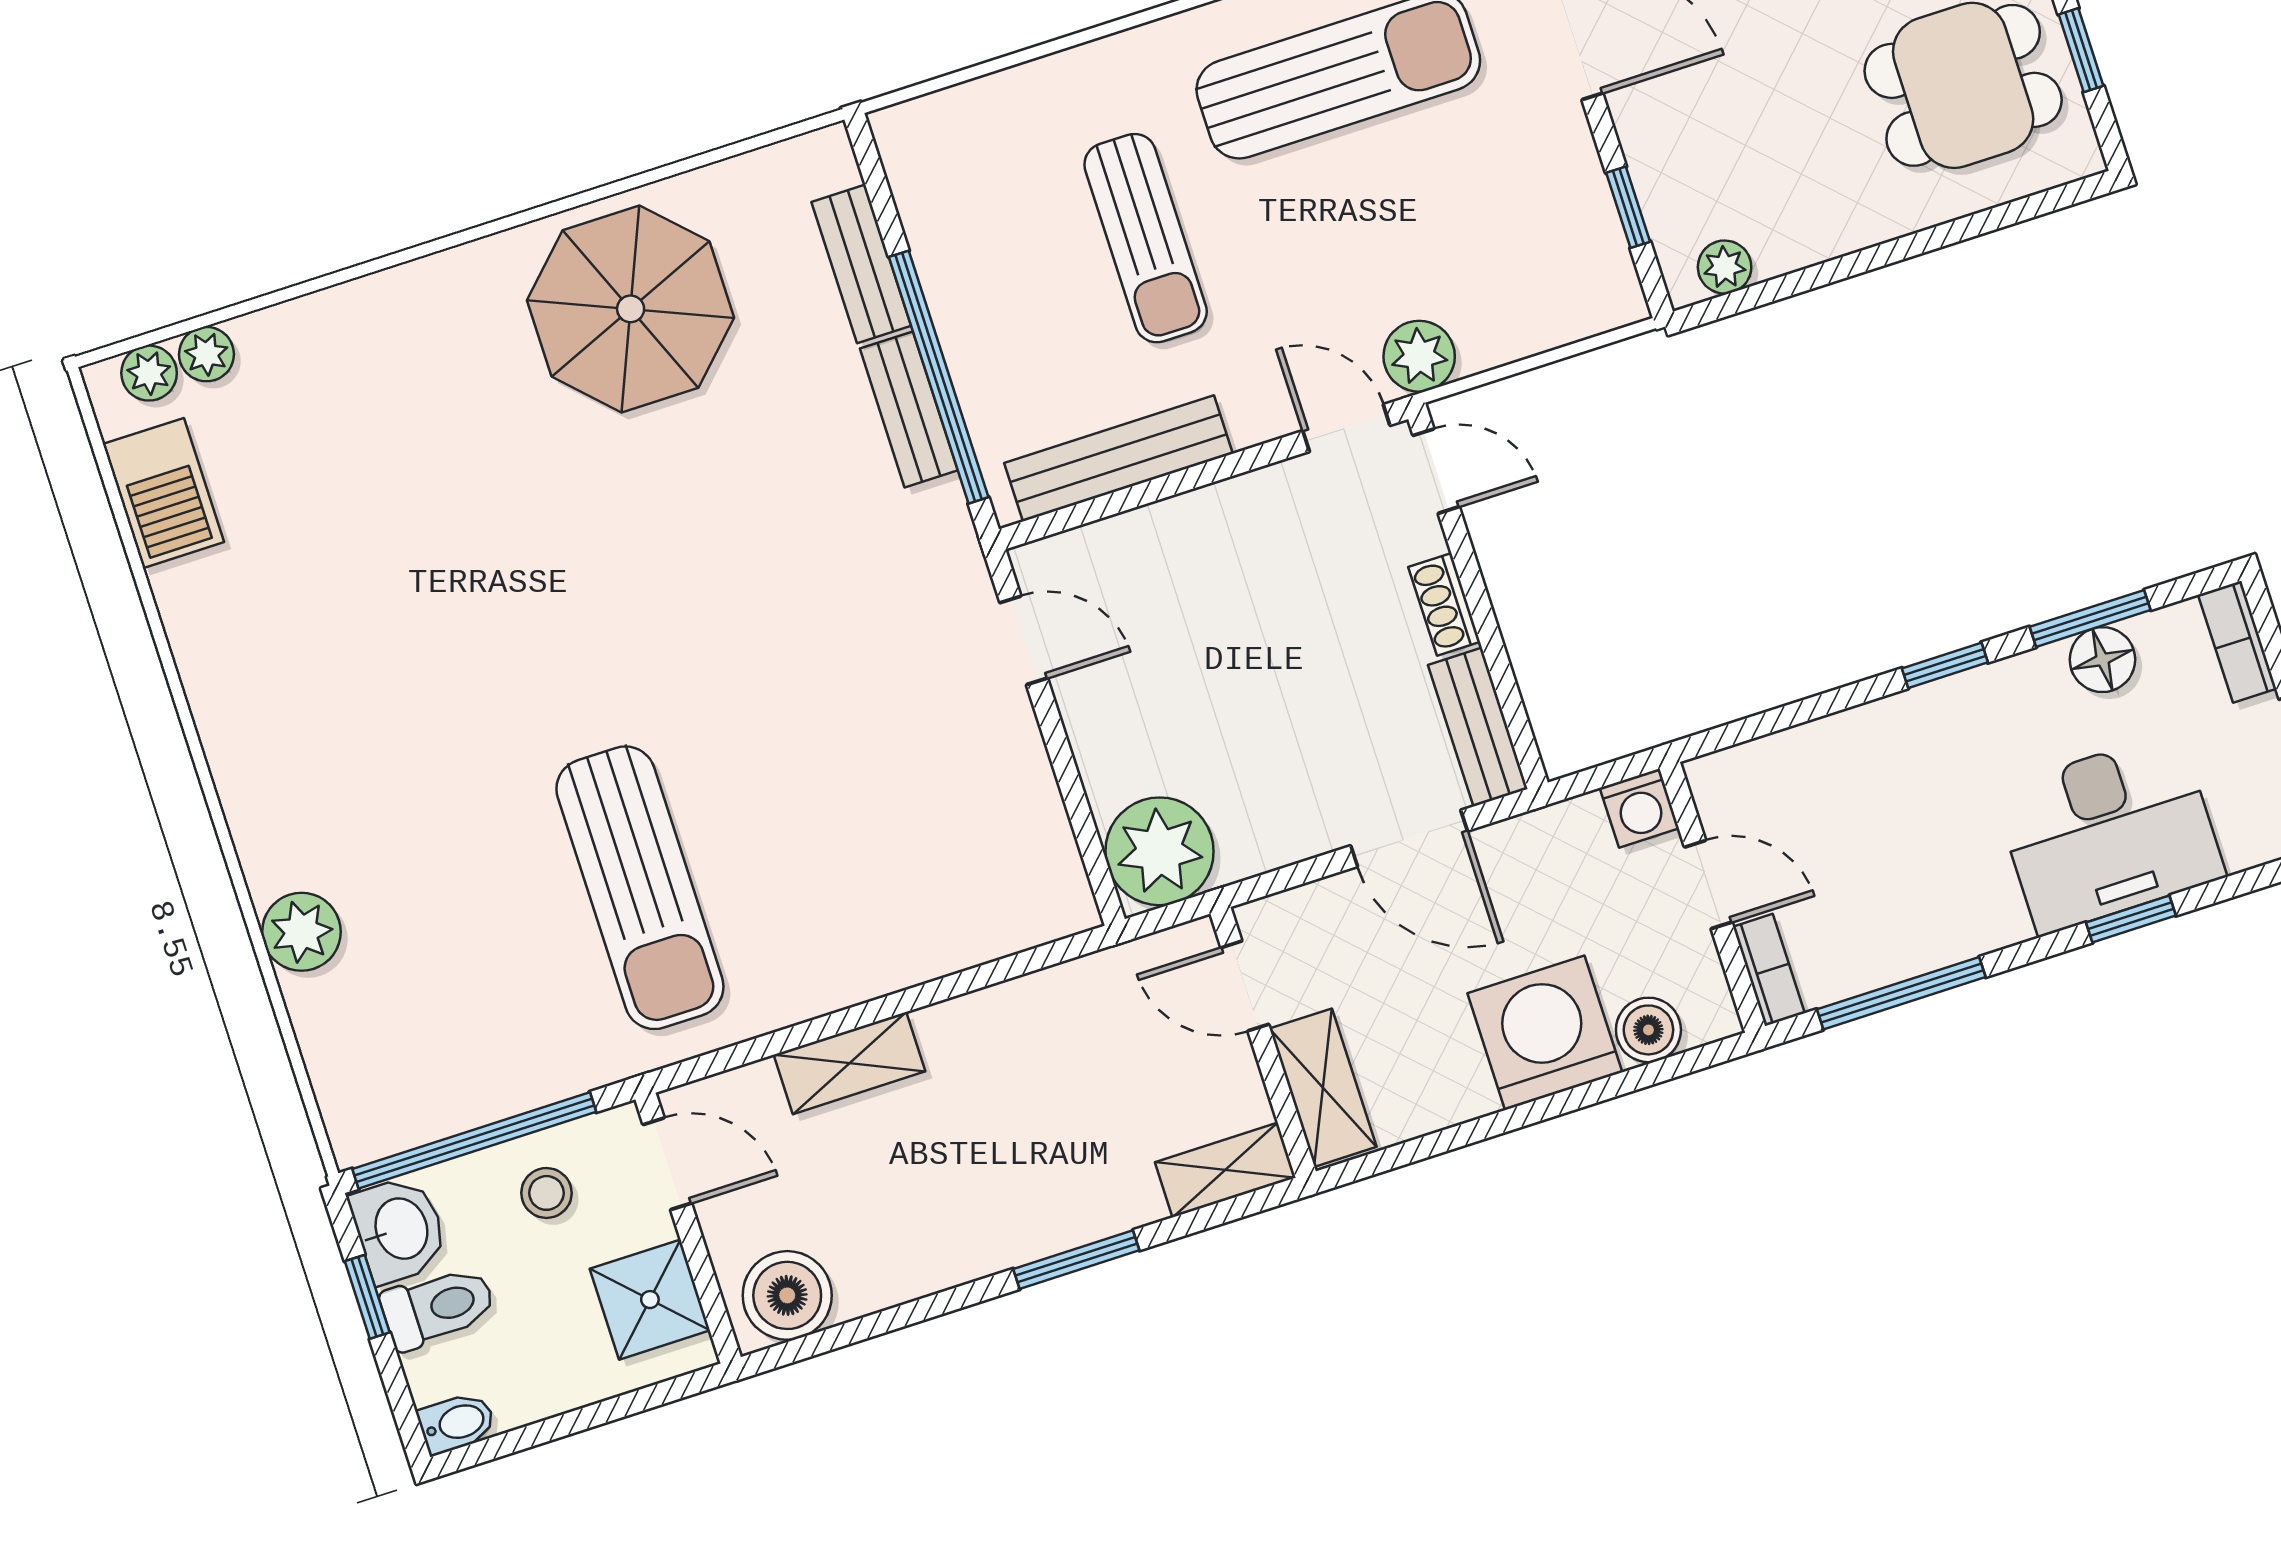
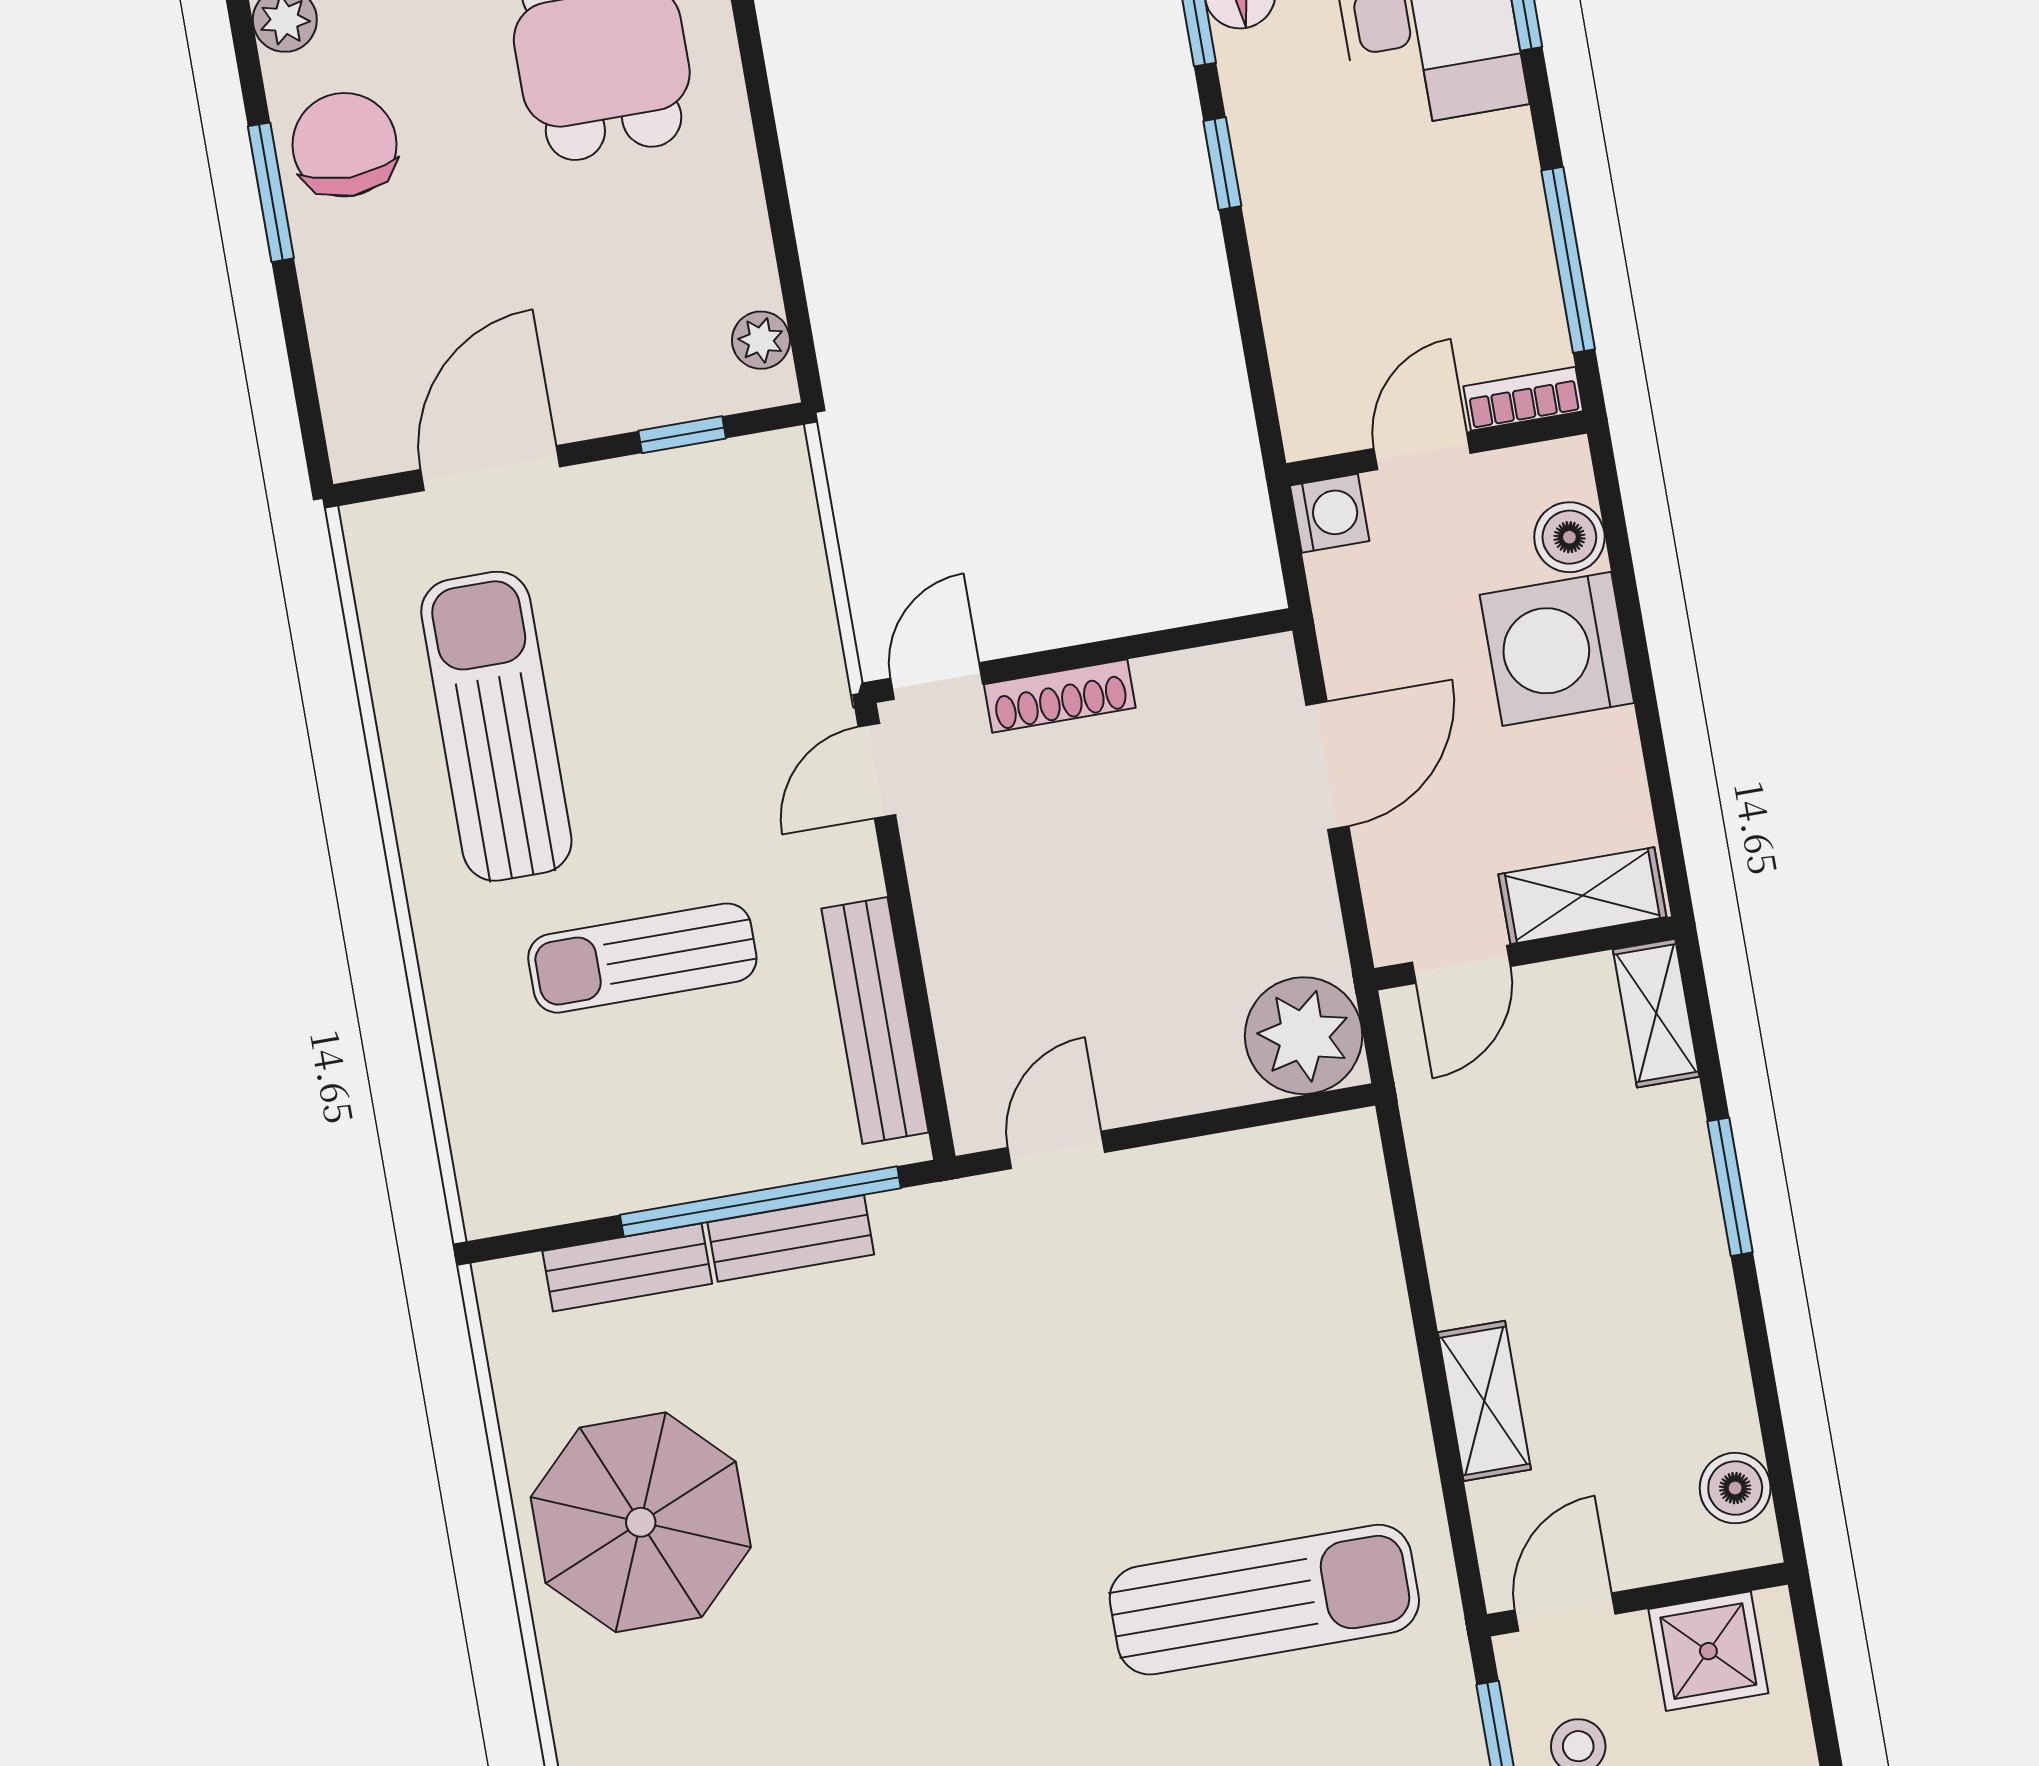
sun lounger: (1146, 238) -> (642, 958), turned 180
plant: (1419, 356) -> (811, 682), removed
shoe rack: (1444, 604) -> (1060, 696), width x1.43
bench: (1478, 727) -> (1218, 675), removed
boiler: (787, 1295) -> (1735, 1488), width x0.73, depth x0.73

